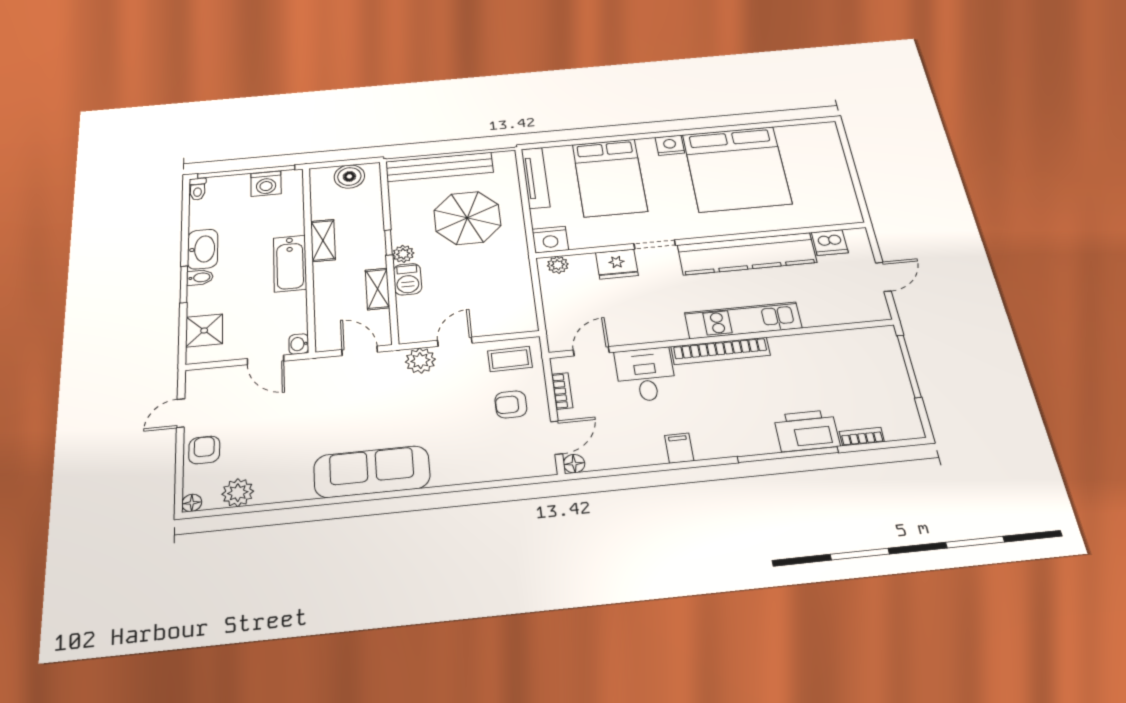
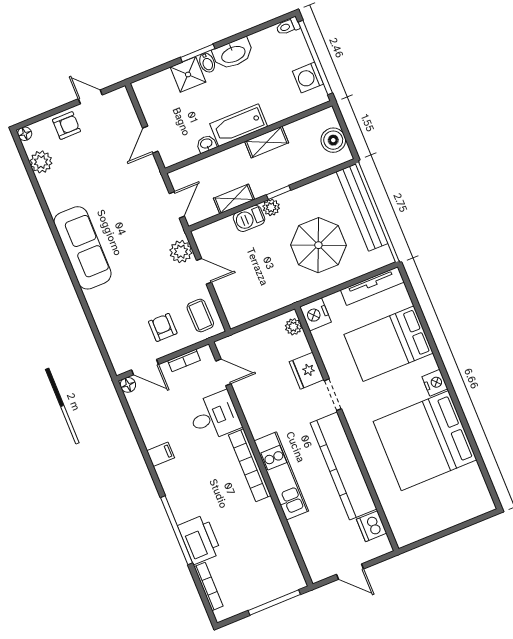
shower: (204, 331) -> (188, 75), moved
washbasin: (299, 344) -> (206, 144), moved
bookcase: (862, 437) -> (209, 586), width x1.56

